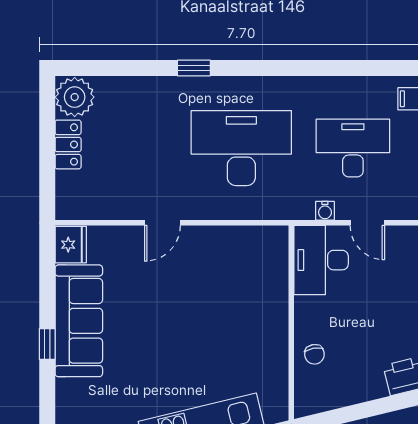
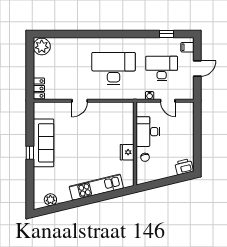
window: (194, 68) -> (166, 34), moved
locker: (68, 144) -> (39, 88), moved
fridge: (71, 245) -> (127, 152), moved, turned 180
desk: (321, 260) -> (148, 132), moved

